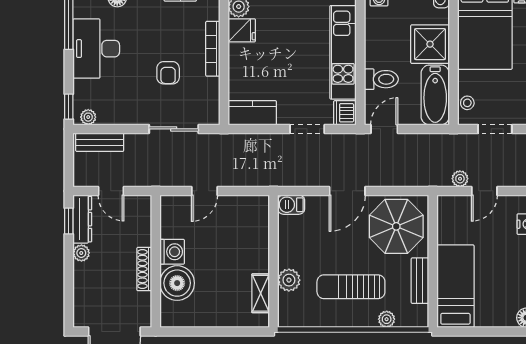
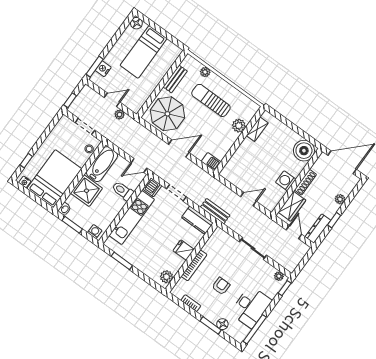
fridge: (242, 30) -> (184, 250), moved
armchair: (168, 73) -> (221, 286), moved
sliding door: (174, 129) -> (253, 249), moved
bench: (100, 142) -> (215, 211), moved
window: (69, 221) -> (334, 220), moved
wardrobe: (139, 224) -> (292, 206), added
plant: (81, 253) -> (340, 199), moved
boiler: (177, 283) -> (304, 151), moved
bed: (455, 286) -> (144, 52), moved
sun lounger: (351, 287) -> (211, 100), turned 180

